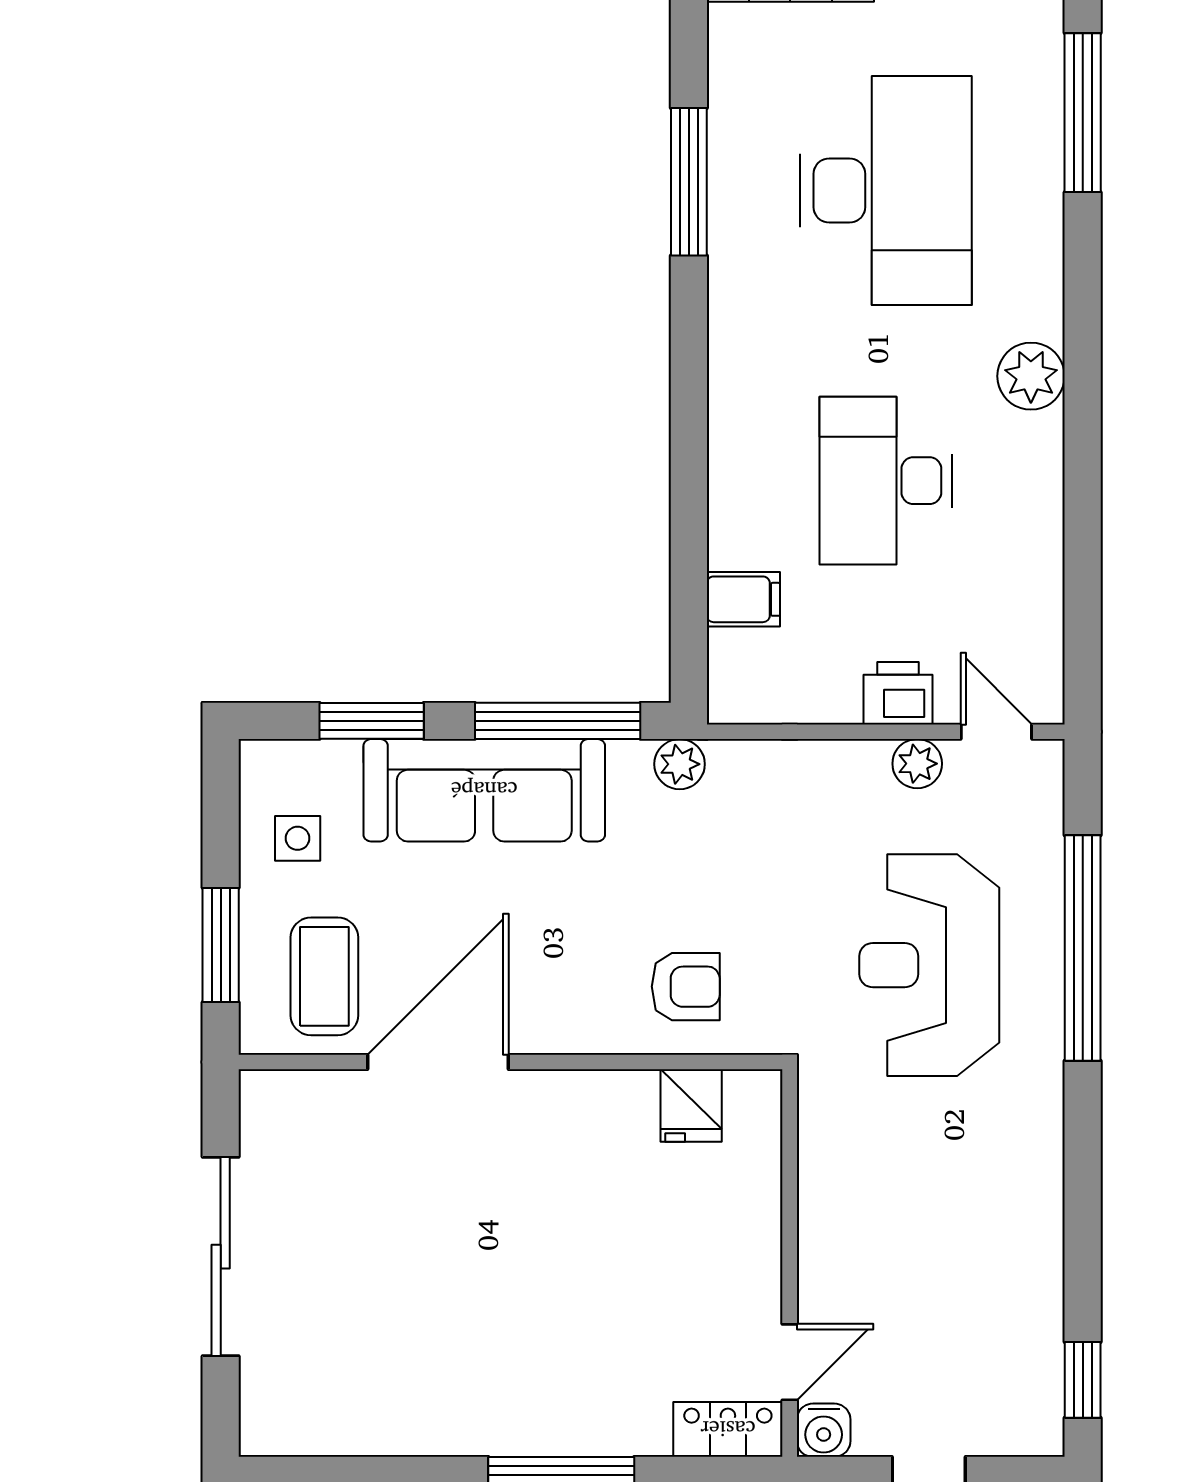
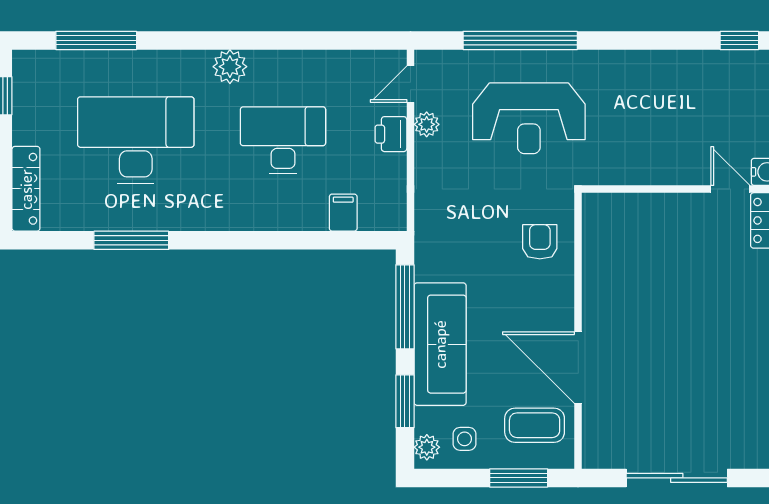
desk: (886, 481) -> (283, 140), turned 180
plant: (680, 764) -> (427, 447), moved
fridge: (691, 1106) -> (600, 239), removed

